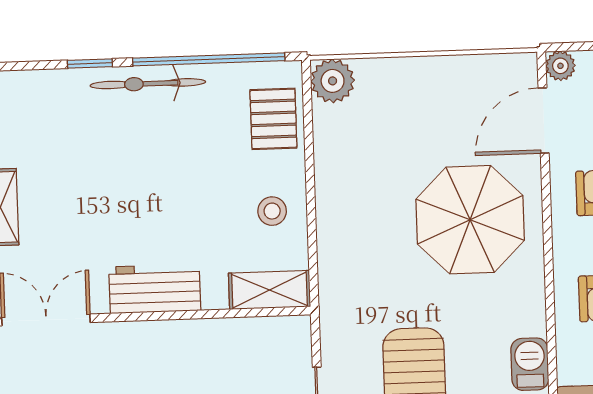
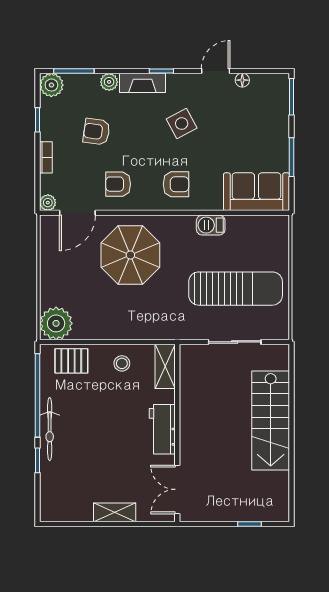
plant: (333, 81) -> (56, 323), width x1.36, depth x1.36
door: (544, 120) -> (77, 213), hinge flipped

